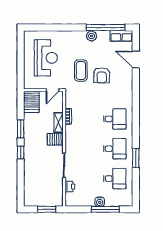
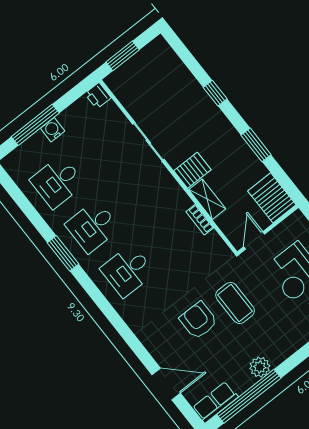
window: (21, 153) -> (215, 93), moved
window: (136, 158) -> (63, 253), moved
printer: (70, 187) -> (98, 96), moved

